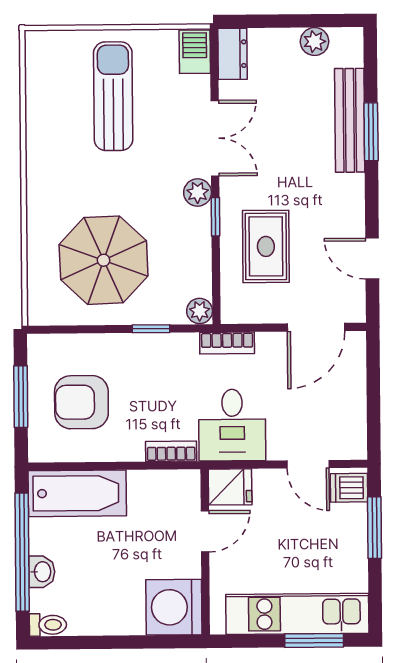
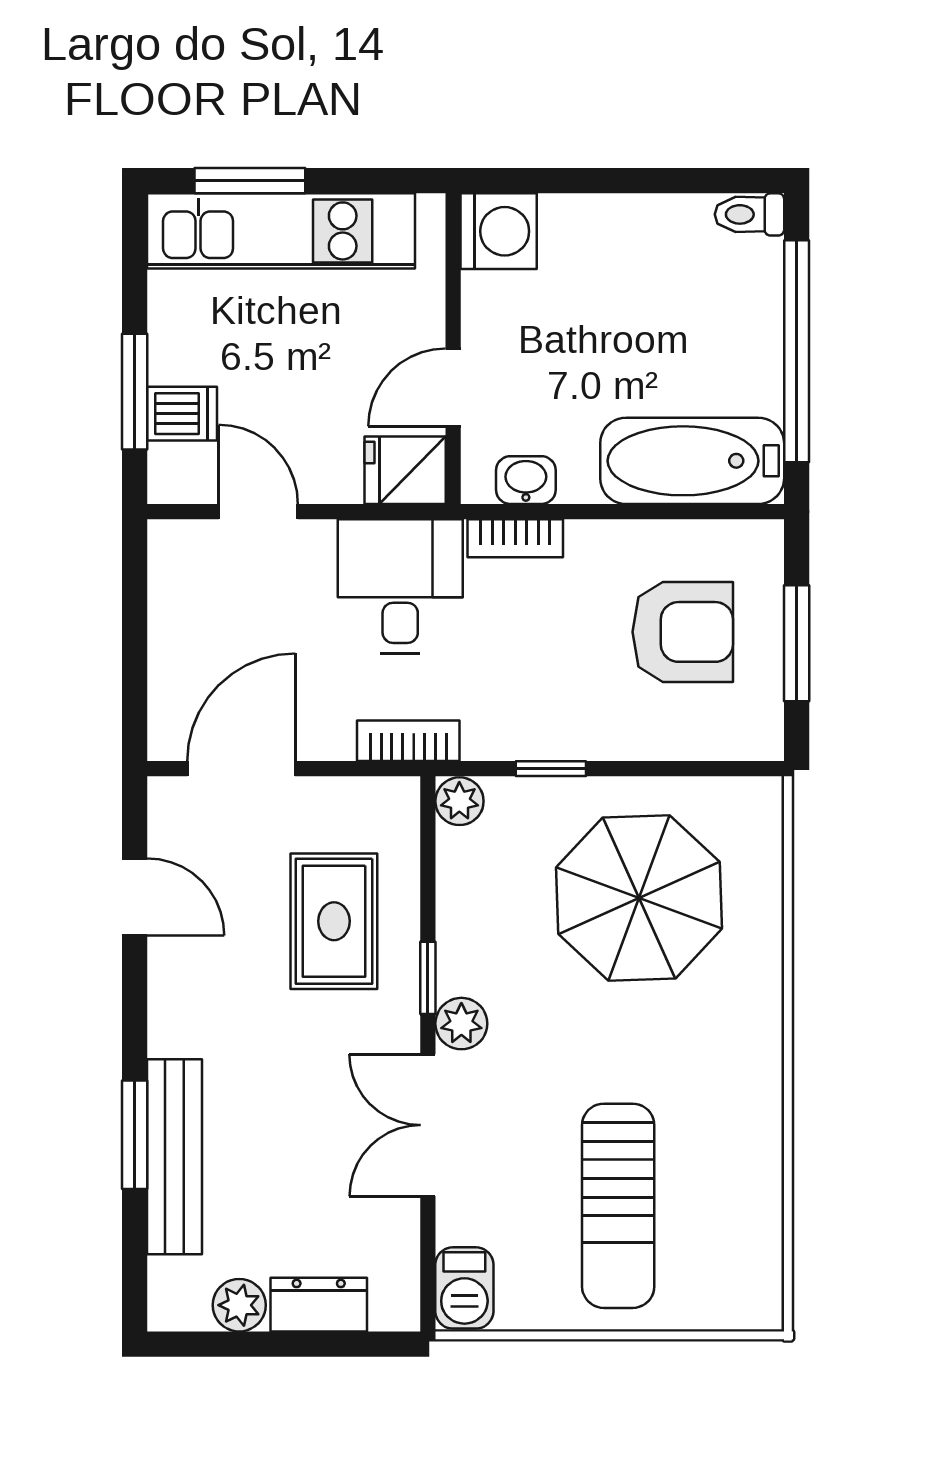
dresser: (233, 54) -> (319, 1305), moved, turned 90
dishwasher: (349, 488) -> (182, 414), moved
washbasin: (42, 572) -> (526, 480), moved, turned 90
washing machine: (174, 607) -> (499, 231), width x0.73, depth x0.73

